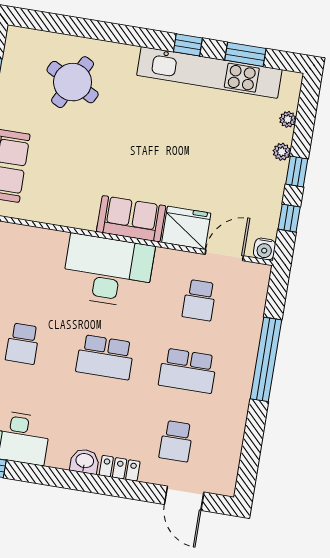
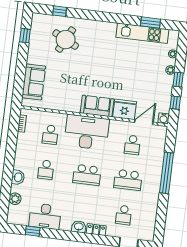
window: (188, 45) -> (60, 11), moved
kitchen unit: (209, 72) -> (142, 33), width x0.73
school desk: (34, 273) -> (50, 135), added

